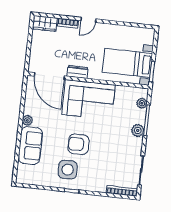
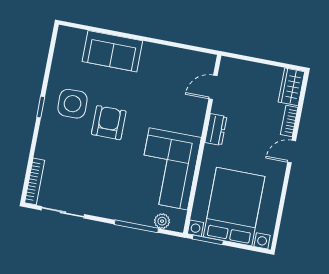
door: (88, 20) -> (292, 152), hinge flipped
bed with nightstands: (127, 63) -> (234, 207), width x1.36
door: (49, 76) -> (213, 87), width x0.53
corner sofa: (88, 100) -> (168, 169), moved
plant: (27, 120) -> (150, 50), removed
plant: (138, 130) -> (122, 212), removed

